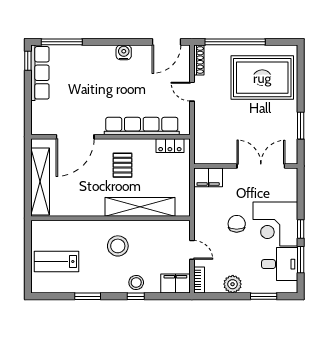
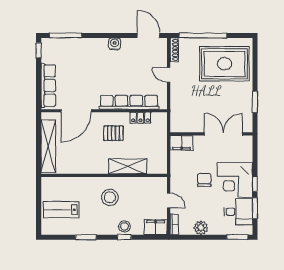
door: (167, 42) -> (149, 35), swing flipped
row of seats: (40, 73) -> (48, 86), moved
locker: (170, 146) -> (140, 118), moved
pallet: (122, 165) -> (114, 133), turned 90
shelving: (140, 207) -> (128, 166), width x0.68
window: (264, 296) -> (237, 237), moved

